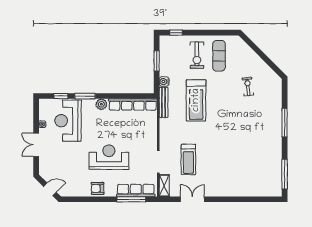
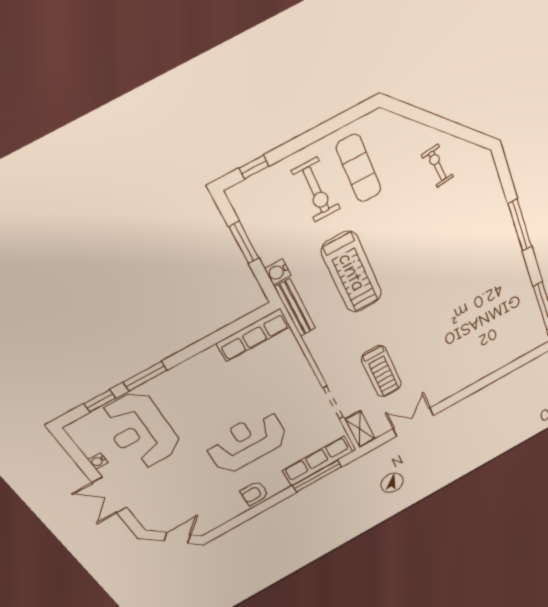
exercise bike: (248, 87) -> (437, 166), moved
plant: (101, 104) -> (184, 373), removed
row of seats: (133, 104) -> (253, 335), width x0.73

